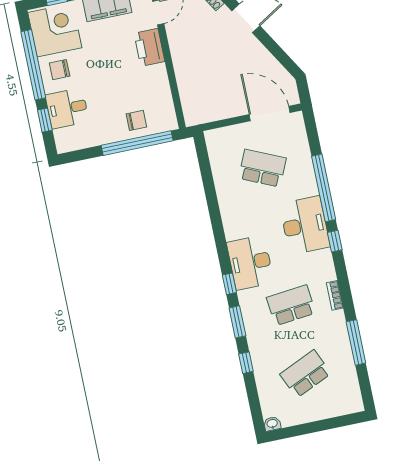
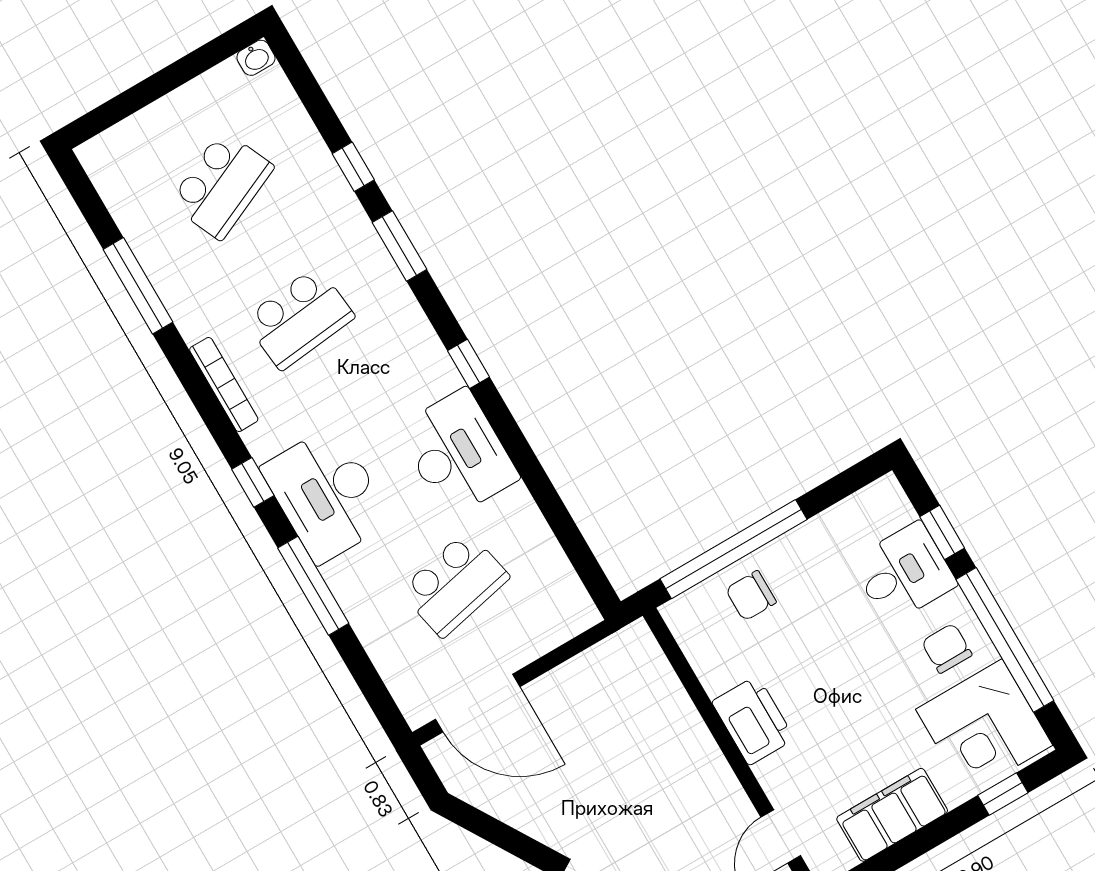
printer: (149, 47) -> (753, 720), moved
chair: (60, 70) -> (947, 648), turned -90
school desk: (262, 168) -> (455, 584), turned -36
window: (324, 188) -> (313, 586), width x0.68
desk: (250, 262) -> (458, 453), moved
window: (229, 284) -> (468, 364), moved
bookcase: (335, 295) -> (224, 385), width x1.56

